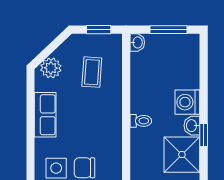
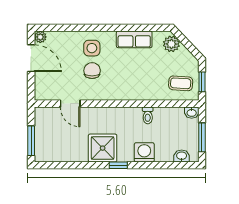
coffee table: (92, 72) -> (181, 83), moved
toilet: (141, 121) -> (148, 115), moved
washbasin: (192, 126) -> (182, 156), moved

